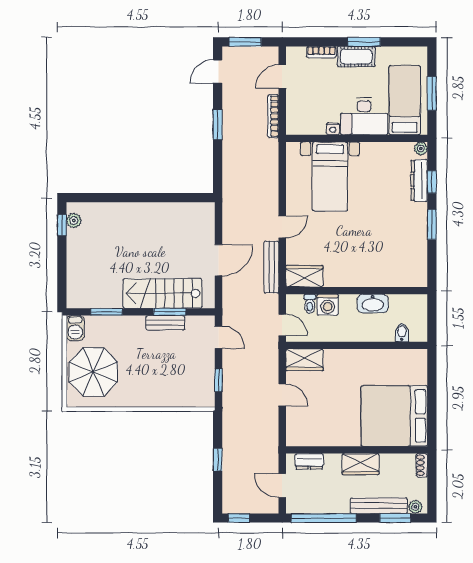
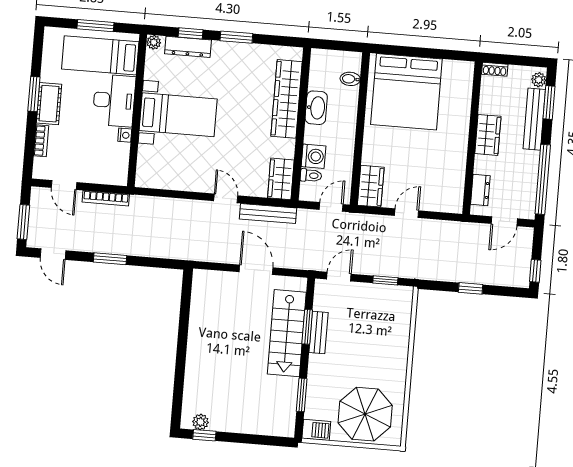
bed with nightstands: (330, 177) -> (178, 115), moved
wardrobe: (379, 275) -> (287, 99), added
bed: (394, 416) -> (406, 92), moved

